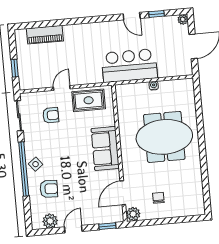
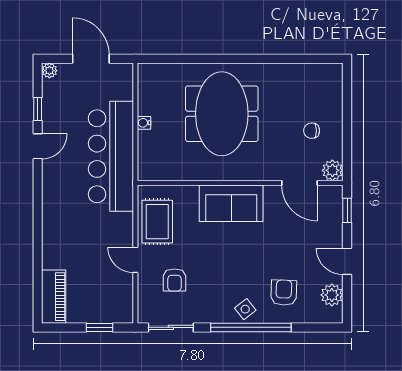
piano: (45, 35) -> (54, 297), moved
bar counter: (129, 66) -> (111, 156), width x1.36
armchair: (51, 115) -> (174, 280), turned 180

